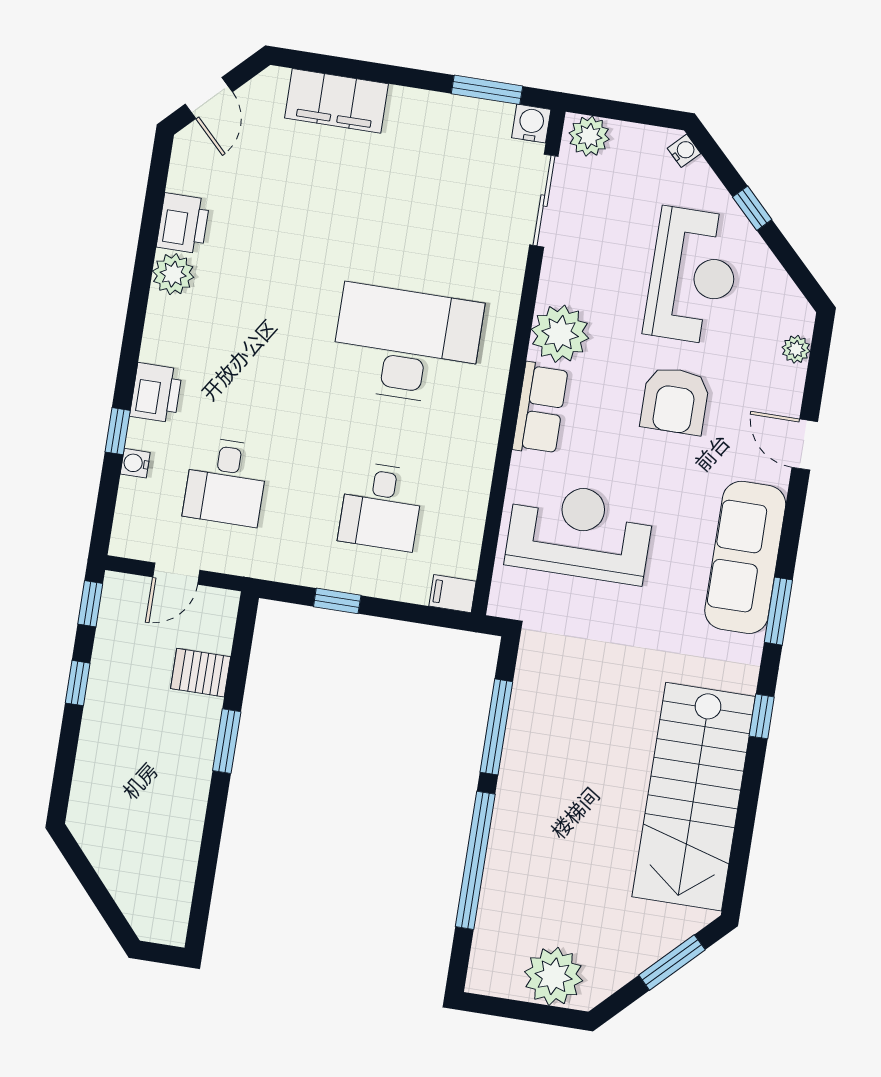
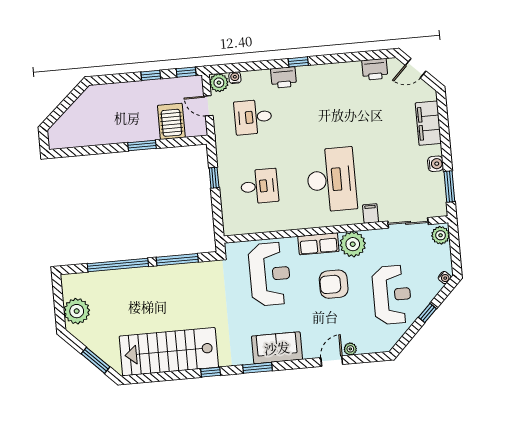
water cooler: (531, 124) -> (436, 164), moved
printer: (183, 223) -> (375, 69), moved
plant: (173, 274) -> (219, 83), moved
reception desk: (693, 276) -> (392, 295), turned -90
plant: (796, 349) -> (350, 349), moved
armchair: (675, 401) -> (334, 284), moved
window: (118, 431) -> (298, 62), moved
water cooler: (135, 463) -> (235, 78), moved
desk: (381, 506) -> (259, 186), turned 180
sofa: (745, 557) -> (277, 348), width x0.73
filing cabinet: (453, 594) -> (371, 213), moved
server rack: (201, 673) -> (171, 121), width x1.36, depth x1.44

